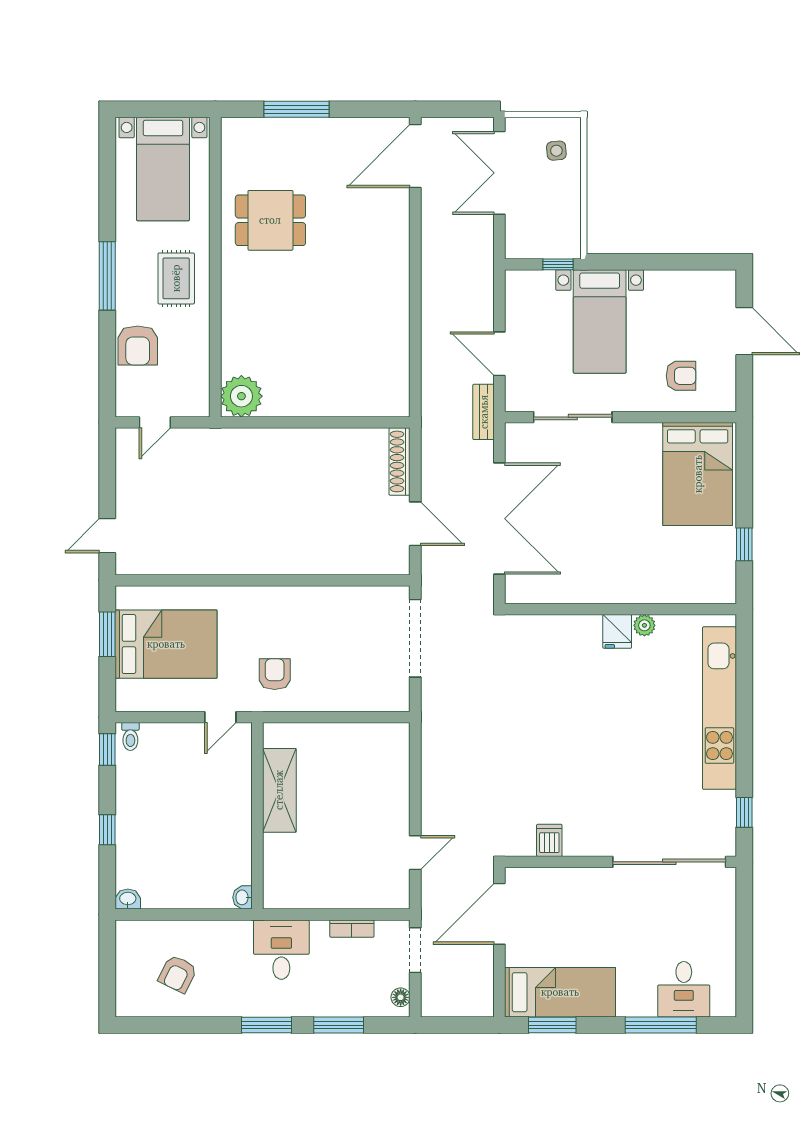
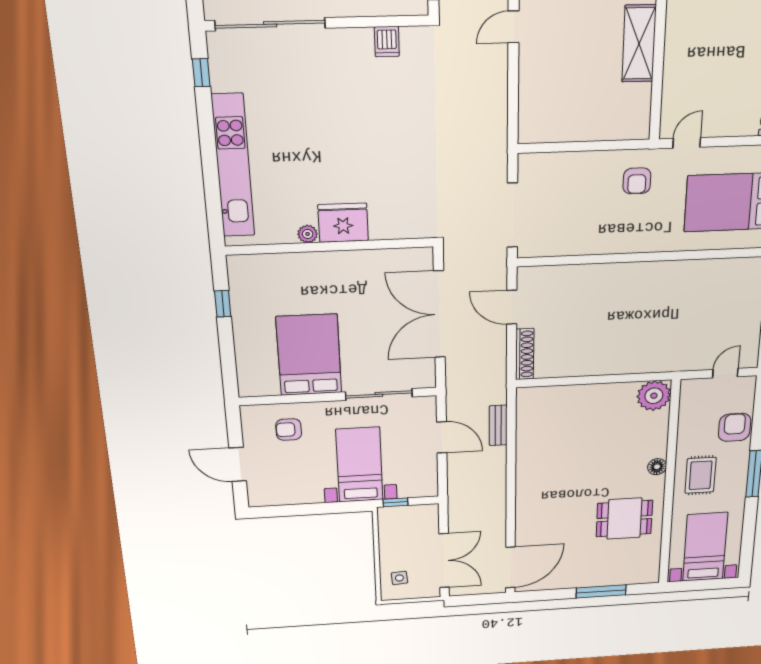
floor lamp: (232, 295) -> (657, 467), added
bench: (484, 412) -> (498, 425), moved
bed: (698, 474) -> (309, 355), moved
fridge: (617, 631) -> (343, 223), width x1.88, depth x1.34
shelving: (279, 790) -> (639, 44), moved

